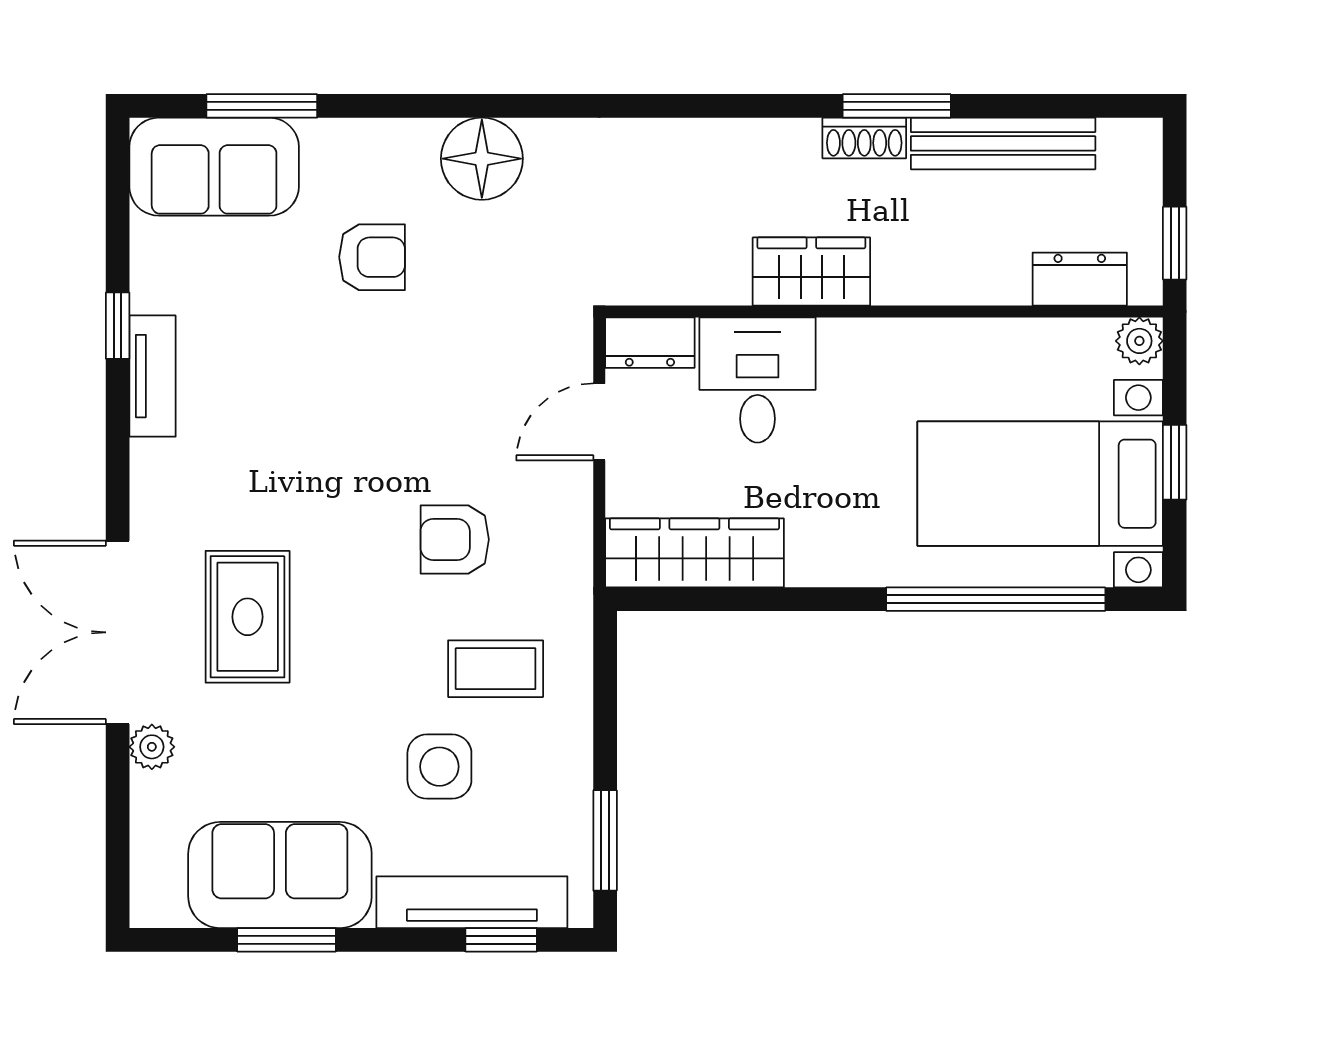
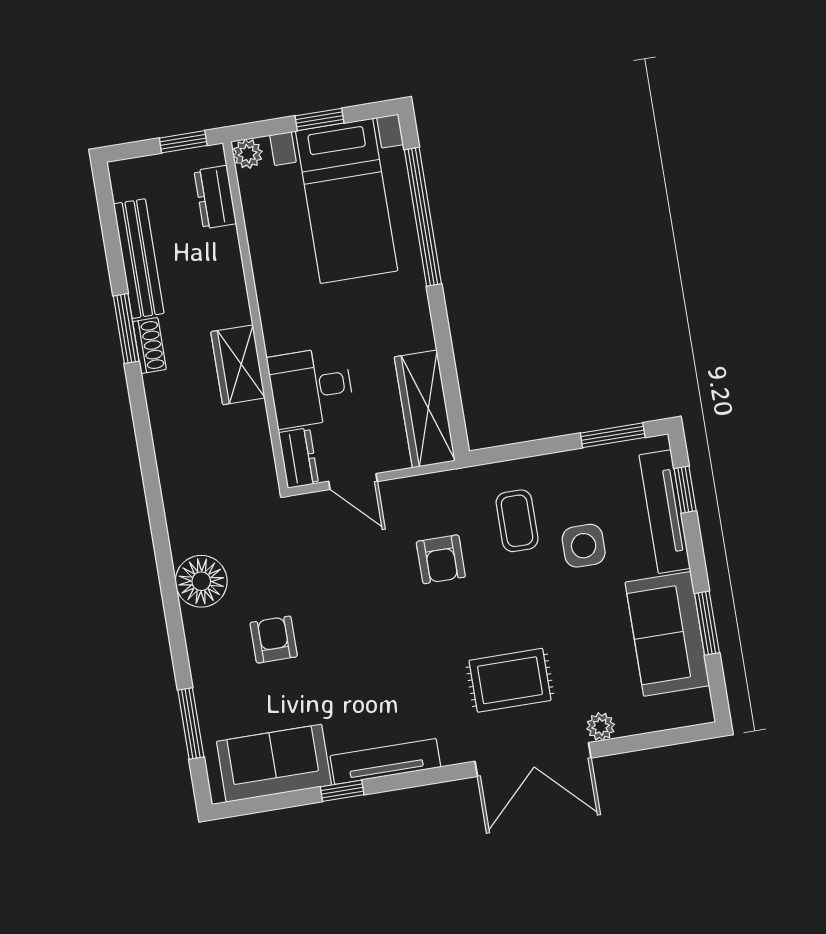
sofa: (214, 167) -> (274, 763), moved, turned -90
tv unit: (152, 376) -> (385, 761), width x1.41

